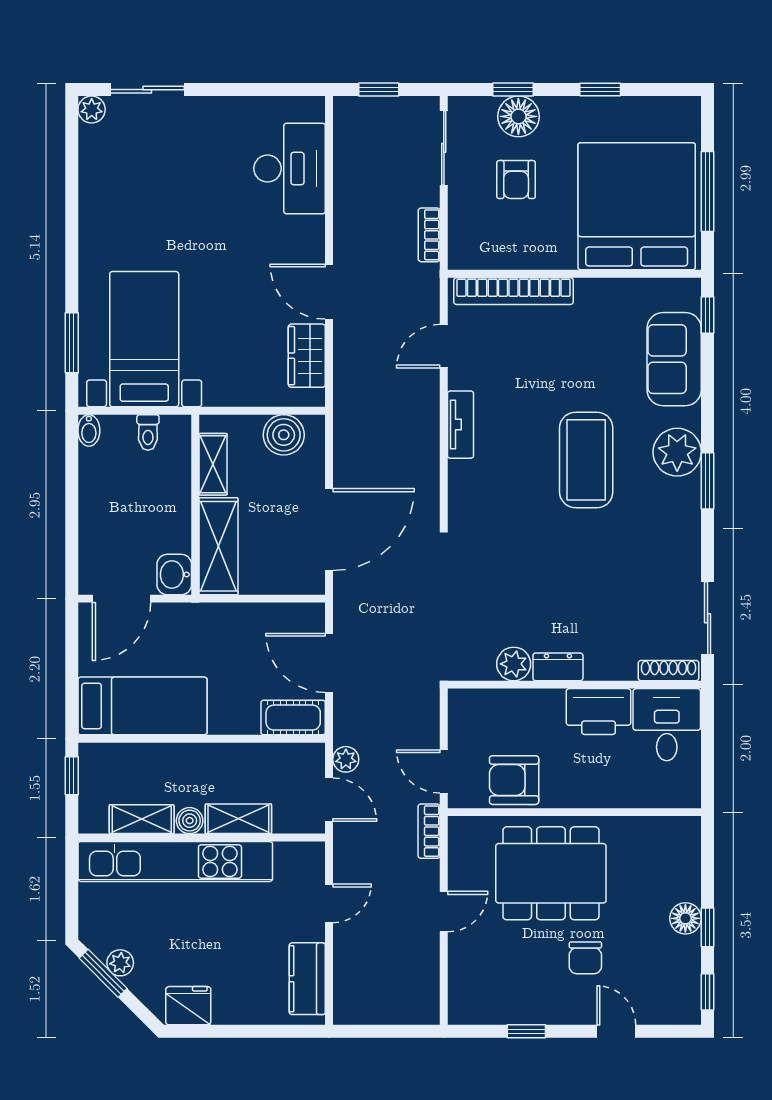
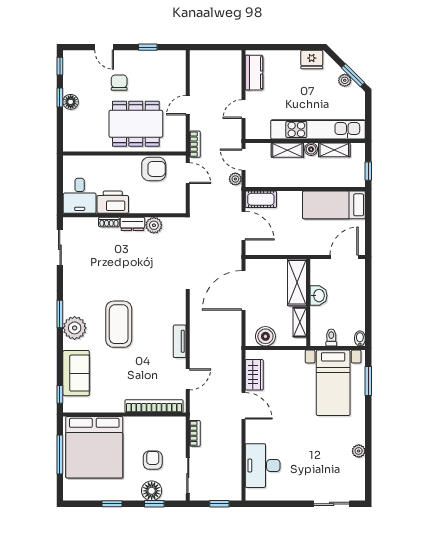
plant: (92, 109) -> (359, 451), moved
washbasin: (174, 575) -> (319, 296), moved
shoe rack: (669, 671) -> (109, 222), moved, width x0.70

